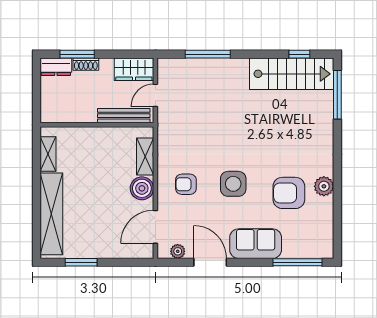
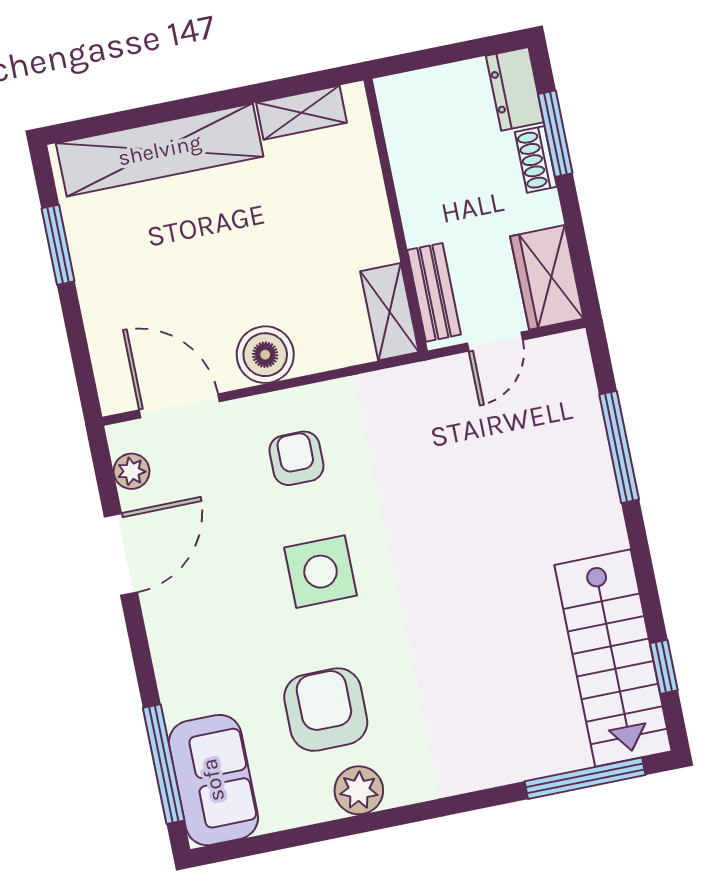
door: (155, 95) -> (495, 342), swing flipped
bench: (124, 116) -> (434, 292), width x0.73
shelving: (145, 157) -> (389, 312), moved, turned 90
sofa: (256, 244) -> (213, 780), moved

